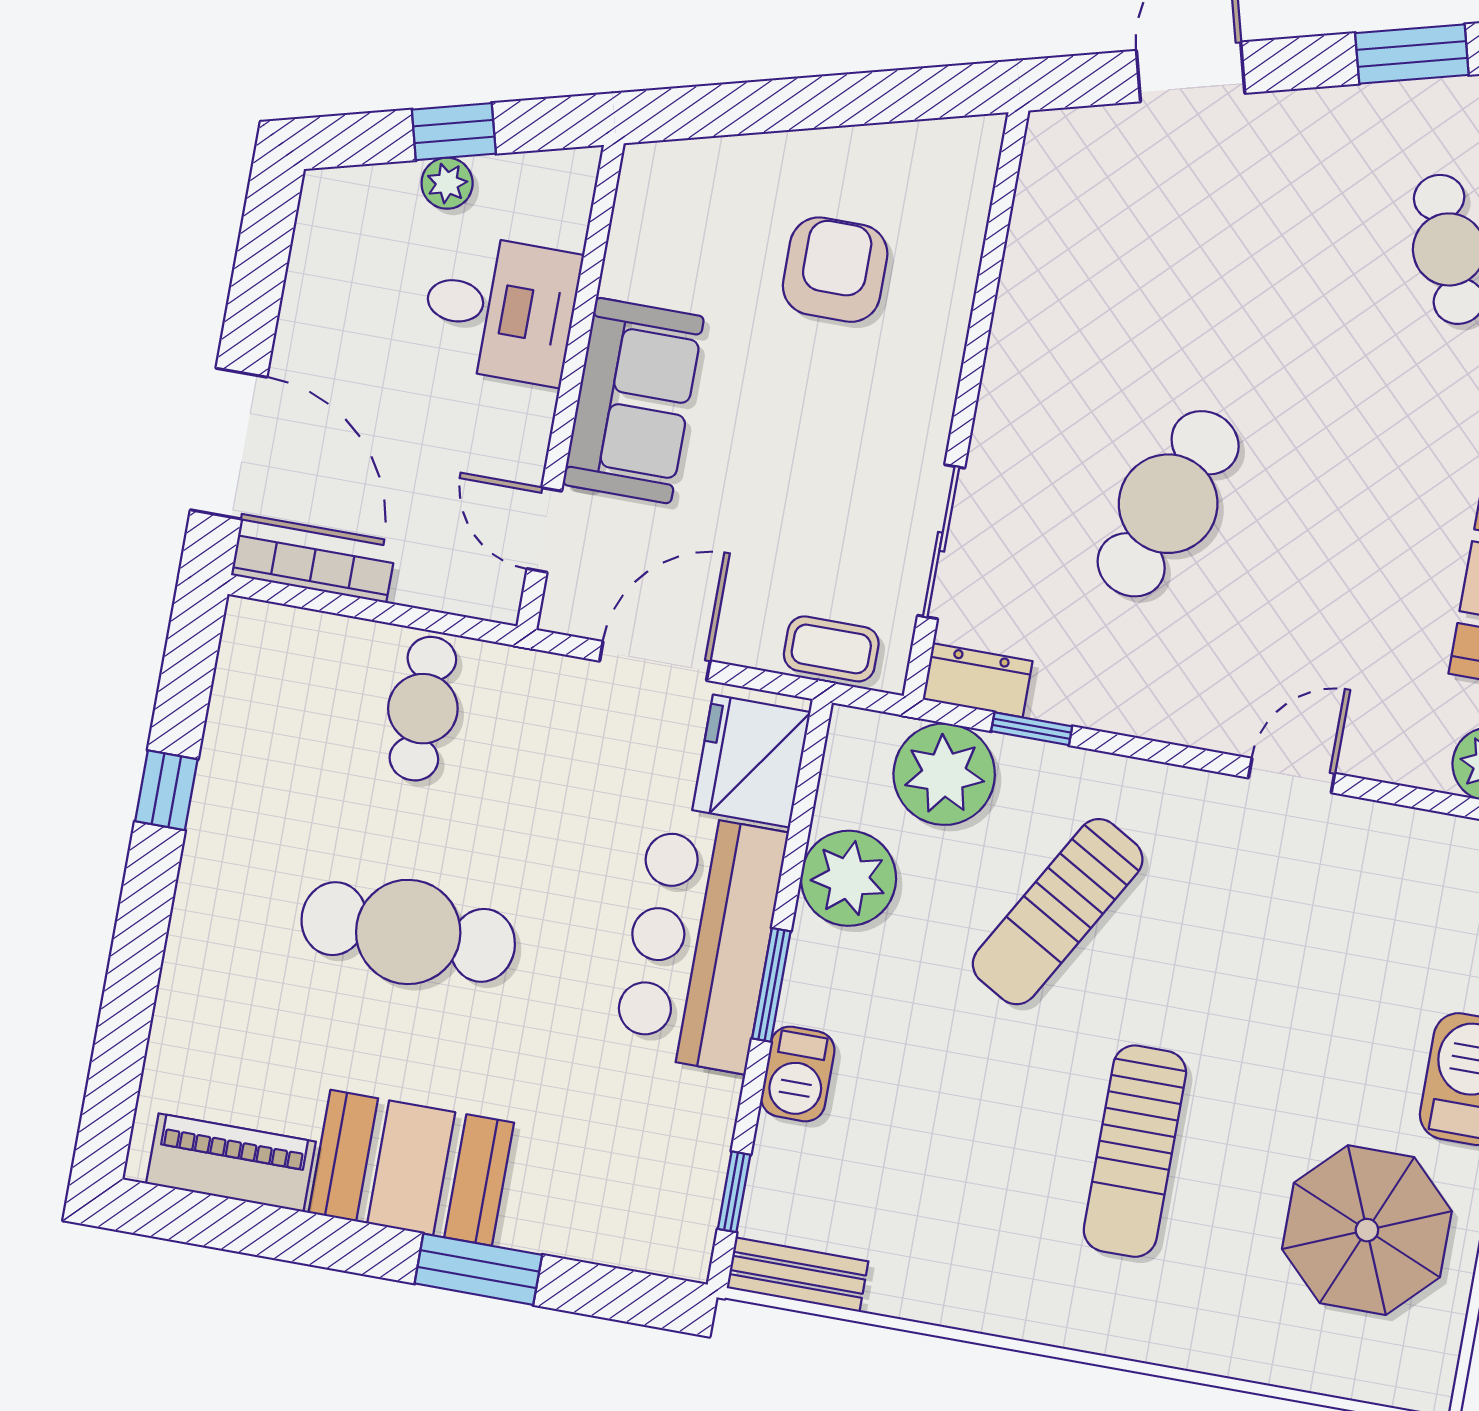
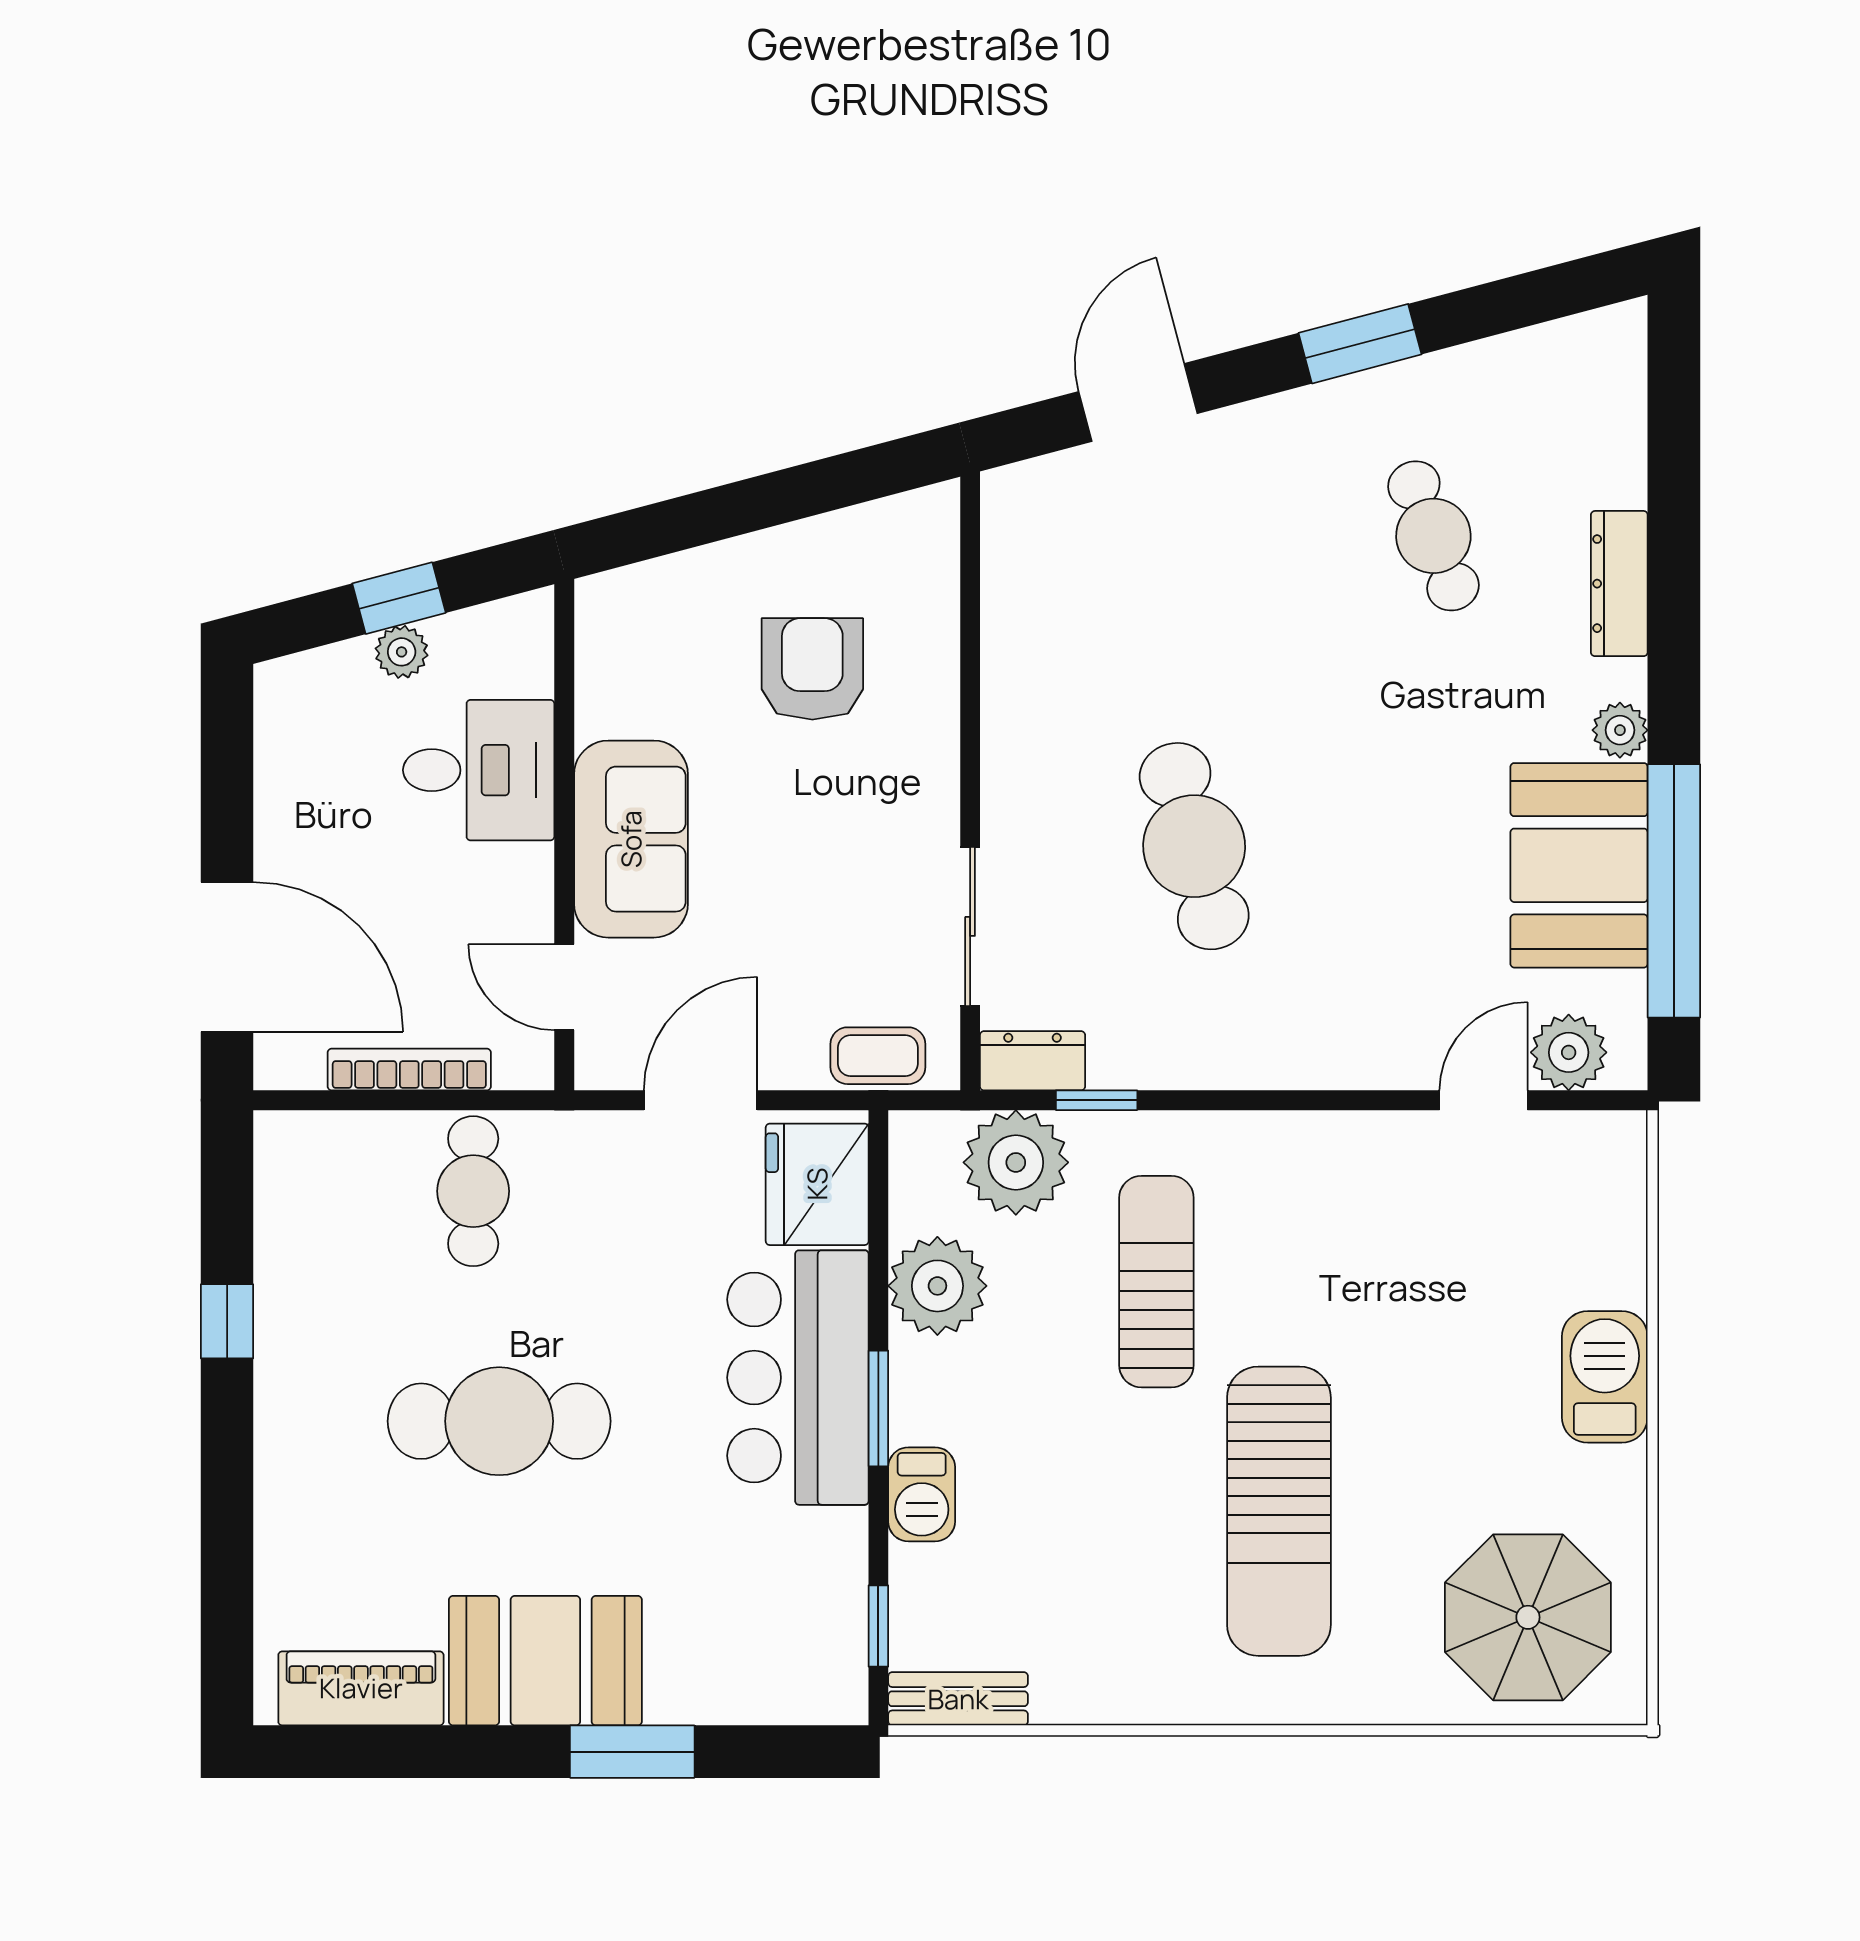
cafe table: (1168, 504) -> (1194, 846), turned -36
bookcase: (312, 569) -> (409, 1069), moved
door: (1292, 776) -> (1484, 1100), moved
sun lounger: (1058, 912) -> (1156, 1282), turned 150
sun lounger: (1135, 1151) -> (1279, 1511), width x1.36, depth x1.34
parasol: (1367, 1230) -> (1528, 1617), moved

